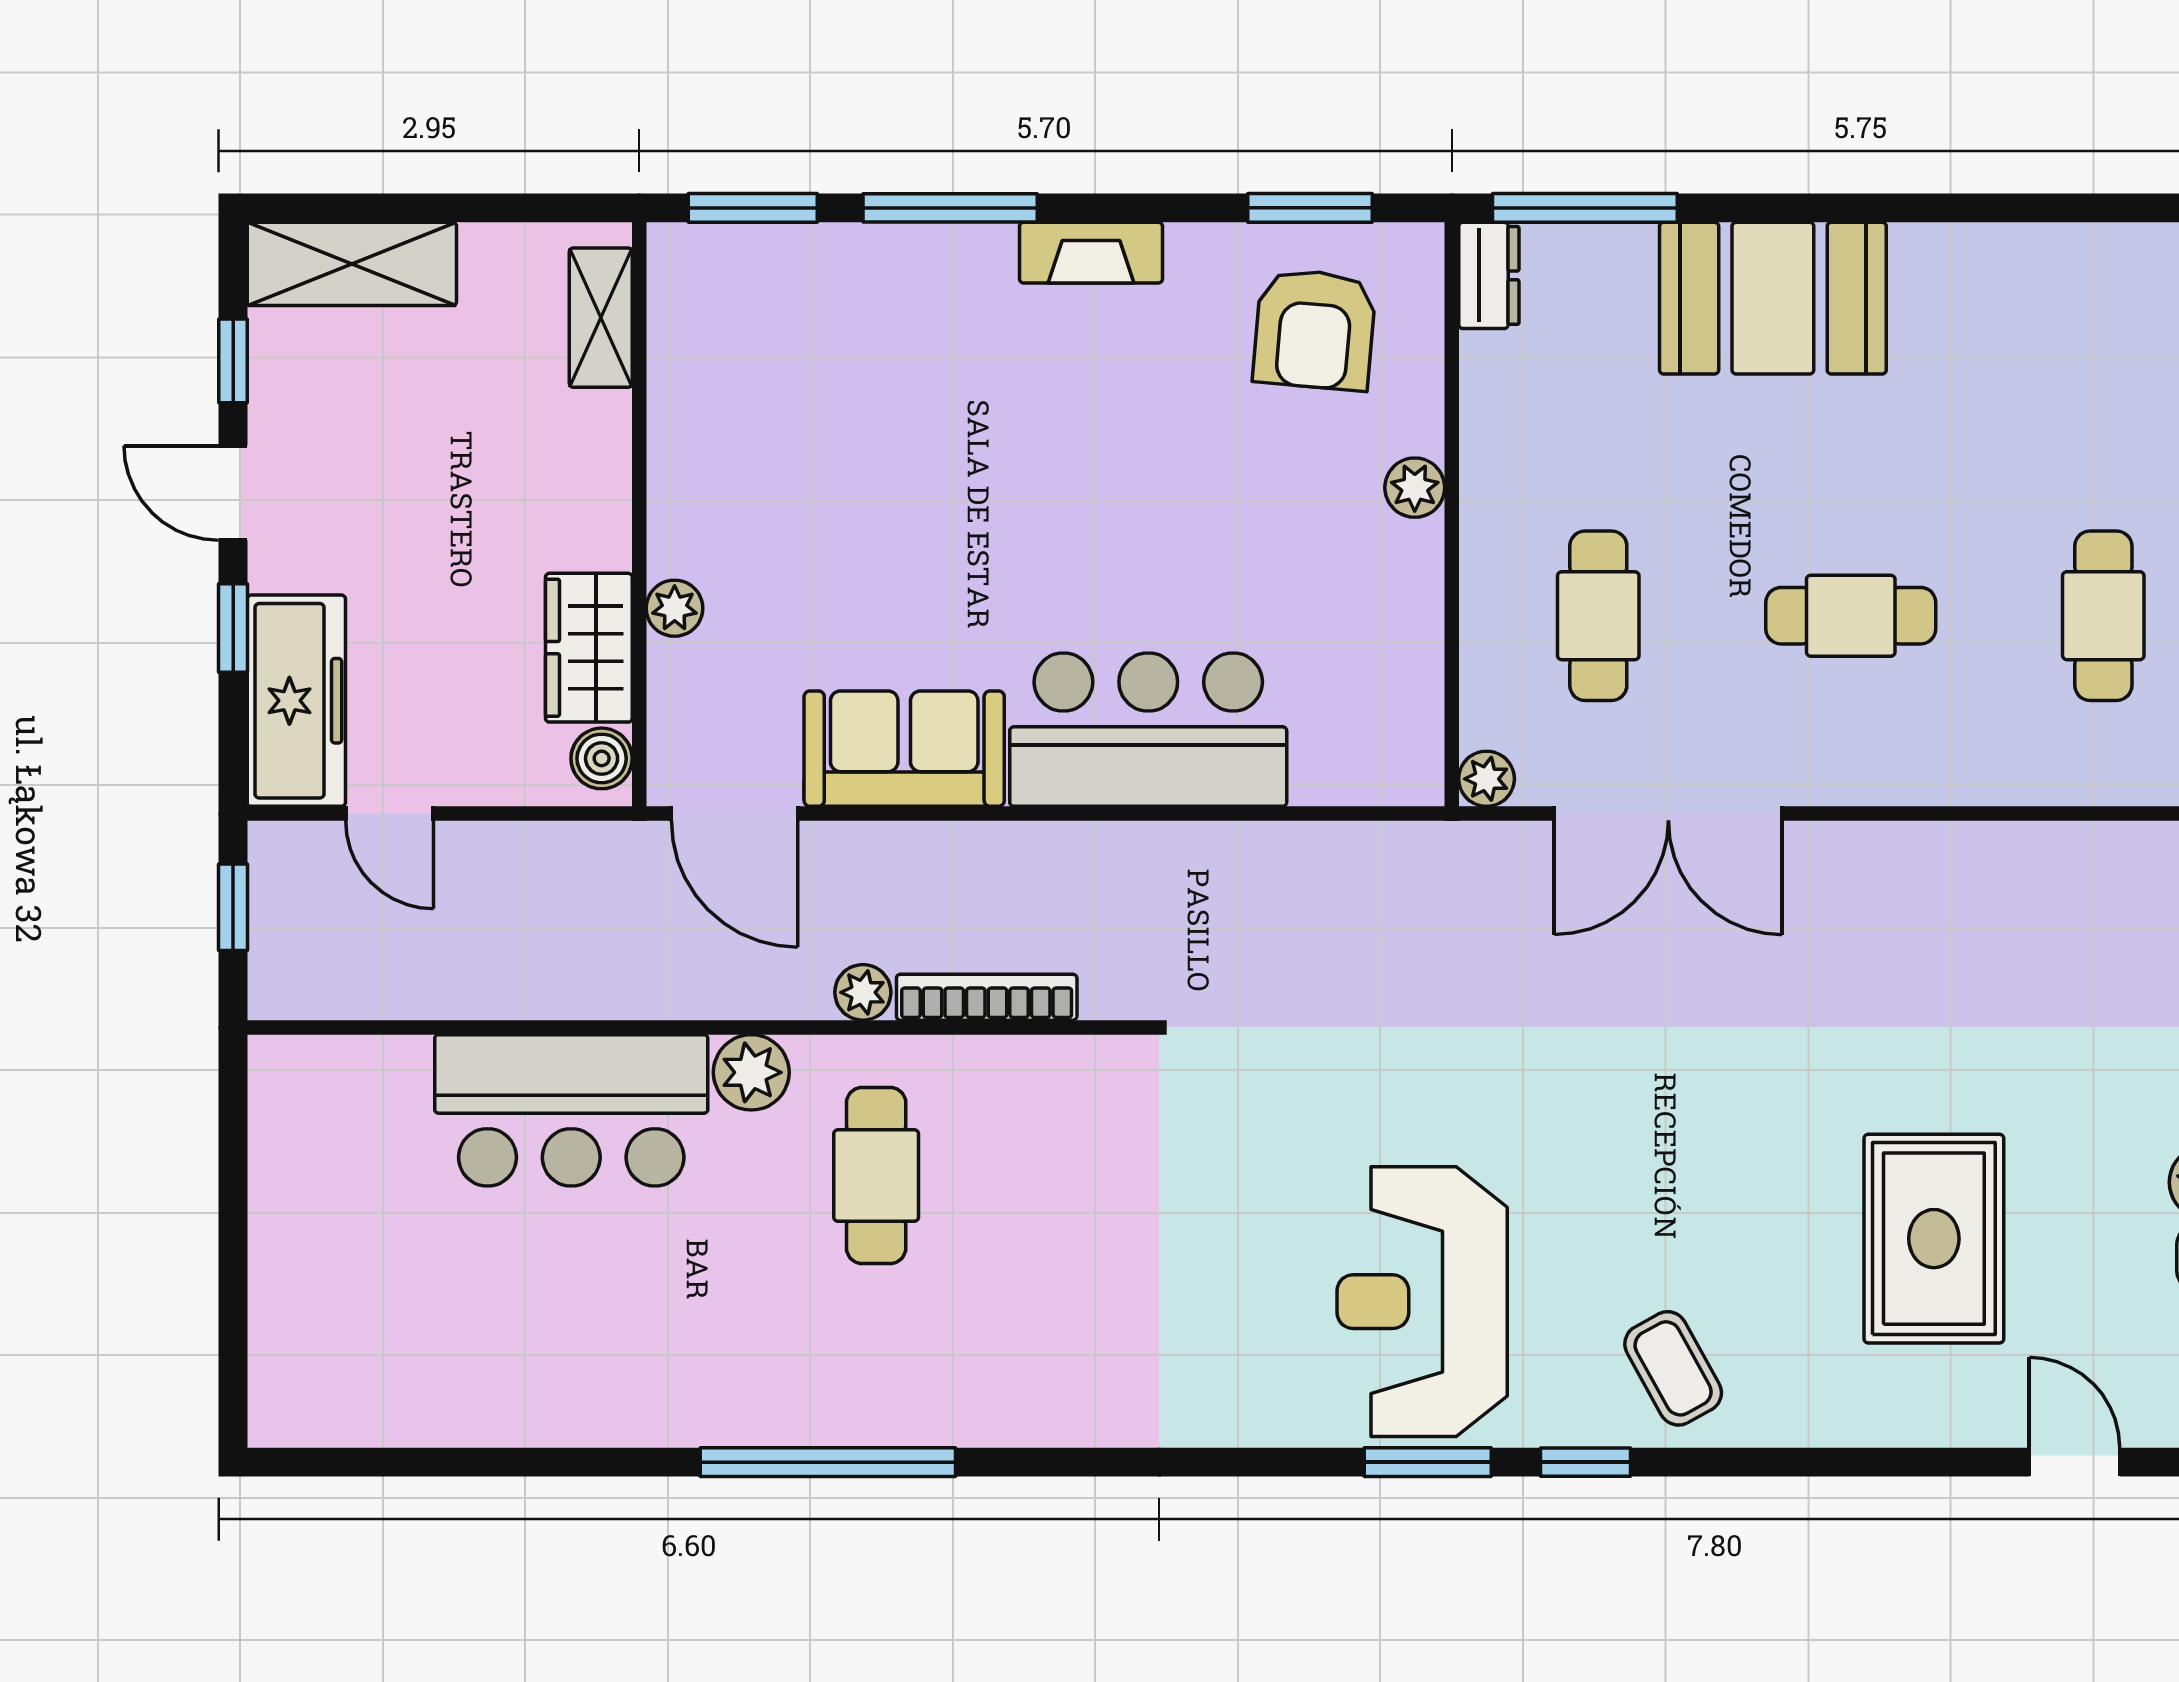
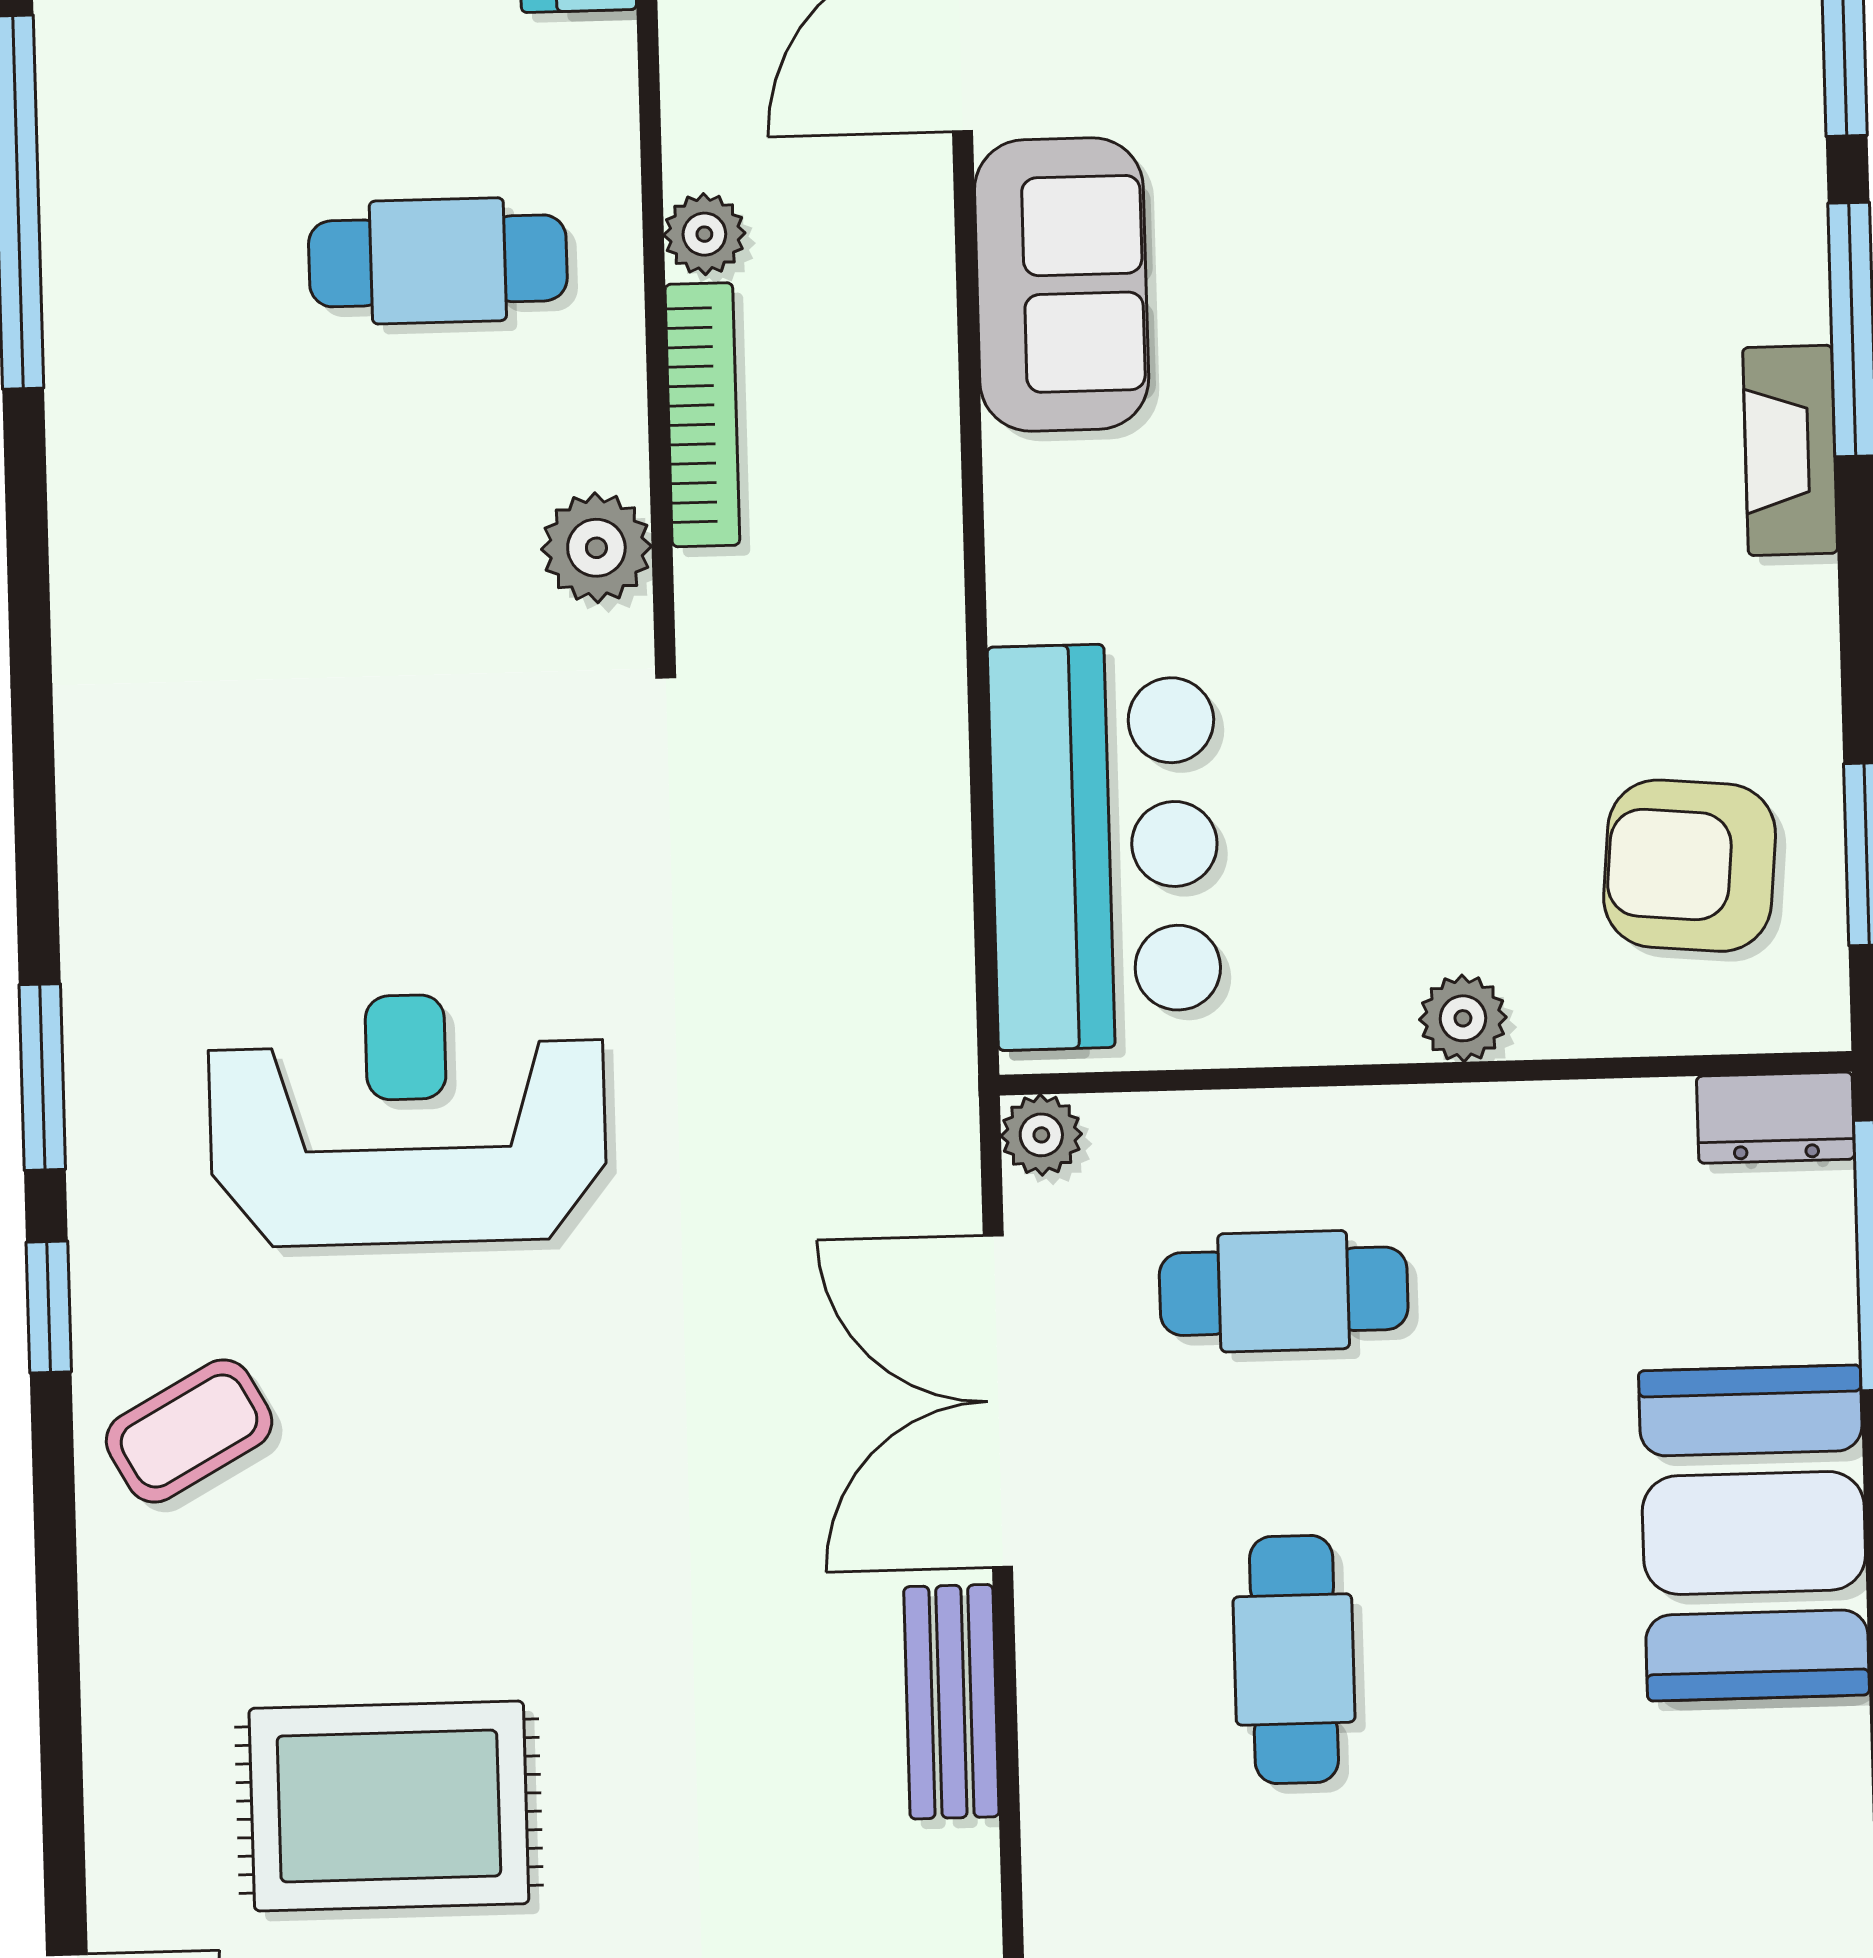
fireplace: (1091, 253) -> (1790, 450), moved
bar counter: (1148, 730) -> (1105, 846), moved
bench: (1873, 851) -> (951, 1702), added
plant: (751, 1072) -> (596, 548), moved
reception desk: (1422, 1302) -> (408, 1119), moved

